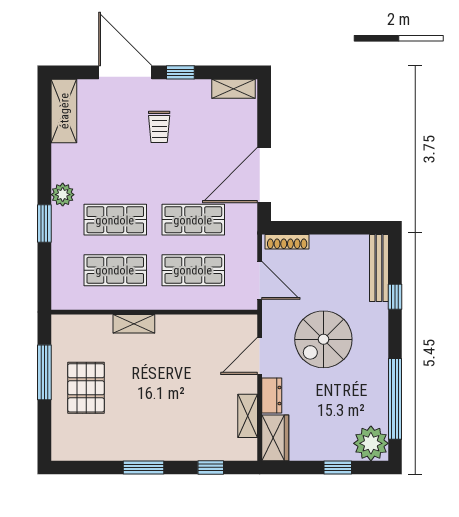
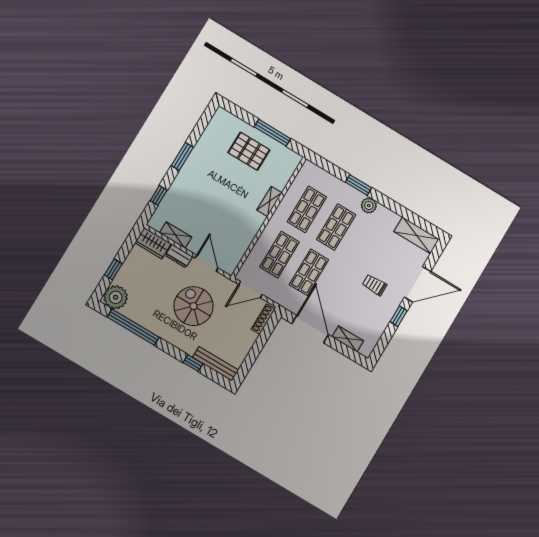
shelving: (234, 89) -> (348, 339), moved, turned 90

